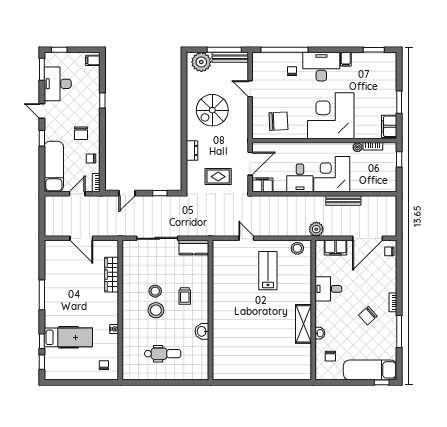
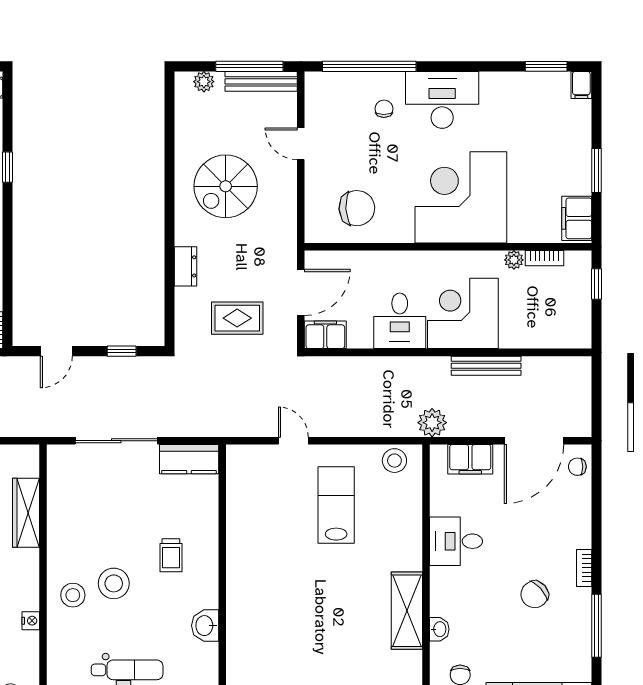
filing cabinet: (346, 59) -> (581, 85), moved
plant: (201, 62) -> (204, 82), width x0.53, depth x0.53
stool: (155, 291) -> (73, 595), moved

